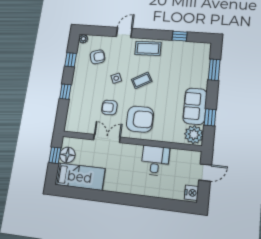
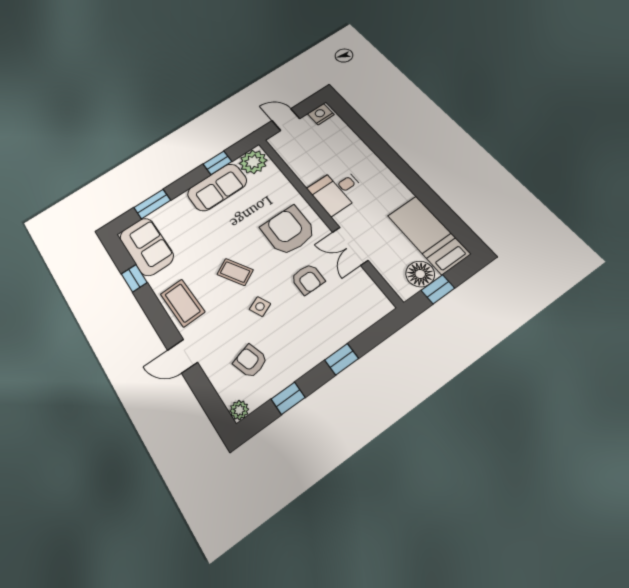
sofa: (192, 52) -> (146, 247), added
desk: (155, 160) -> (337, 190), moved

